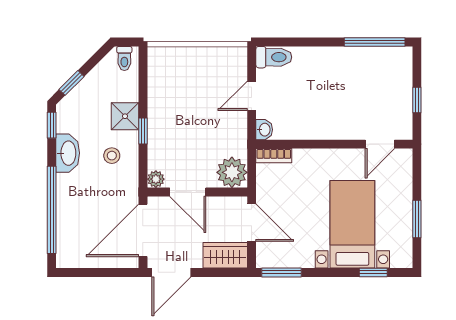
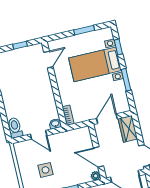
side table: (187, 93) -> (45, 170), added
door: (380, 144) -> (48, 60), hinge flipped
plant: (232, 172) -> (82, 136), removed
door: (188, 192) -> (98, 157), swing flipped
window: (281, 272) -> (126, 80), moved

